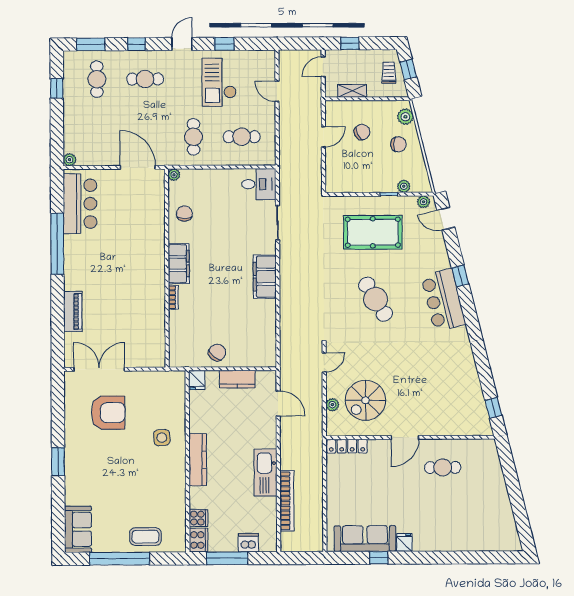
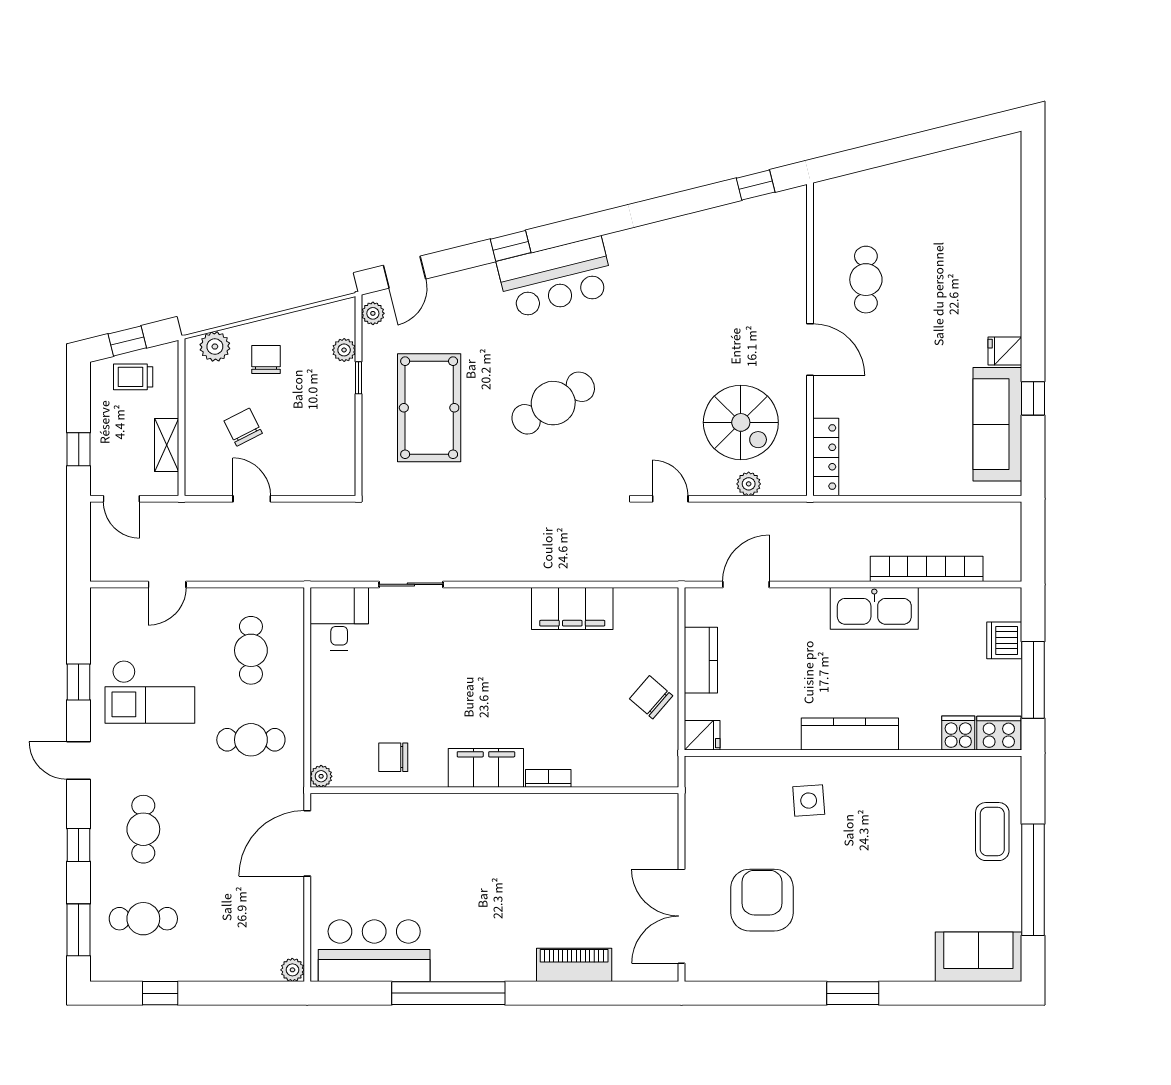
filing cabinet: (265, 277) -> (572, 608), moved

